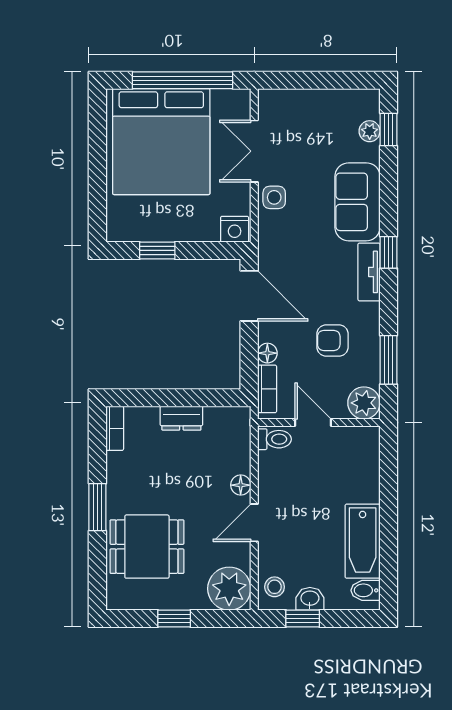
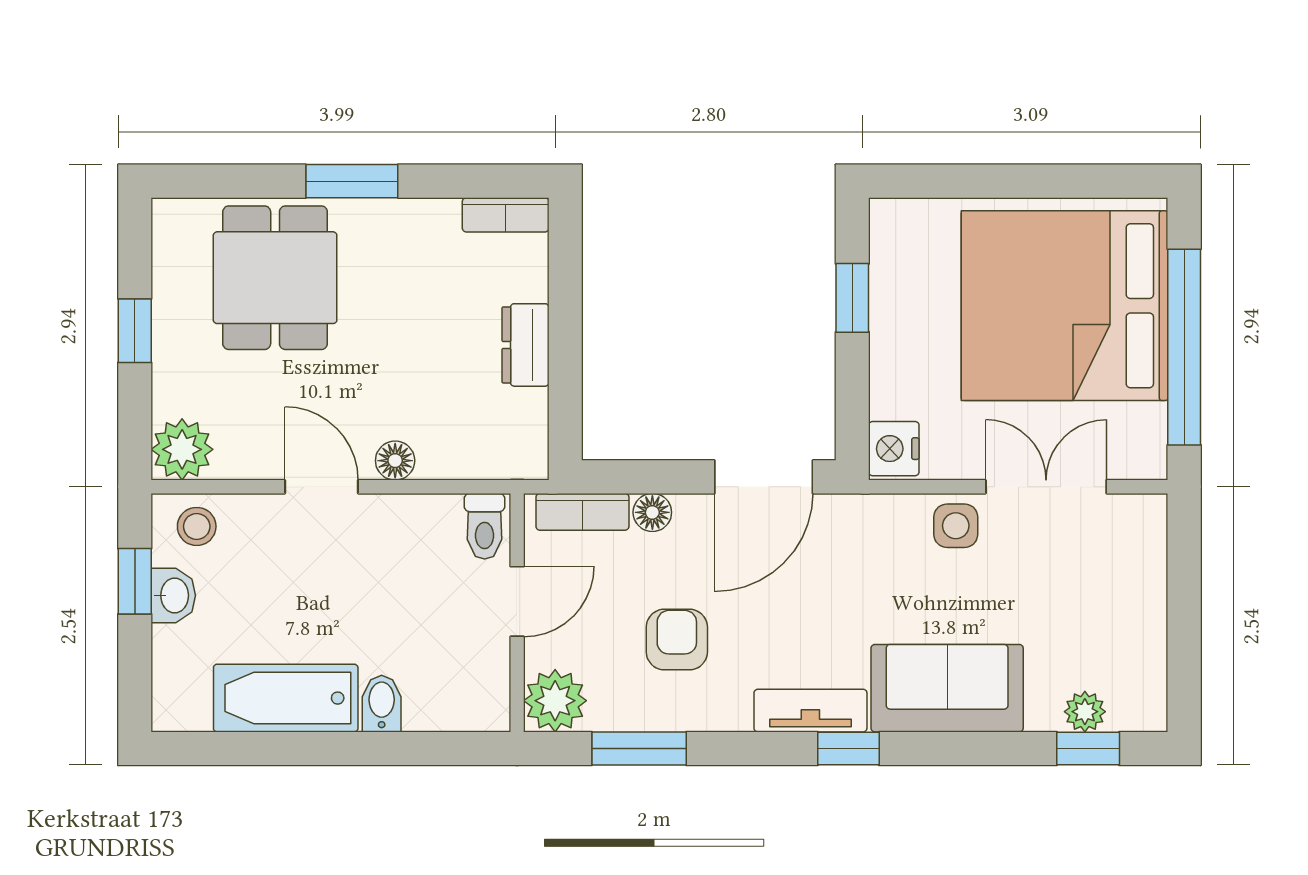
plant: (229, 589) -> (182, 449), width x0.73, depth x0.73
bidet: (365, 590) -> (382, 704), moved

